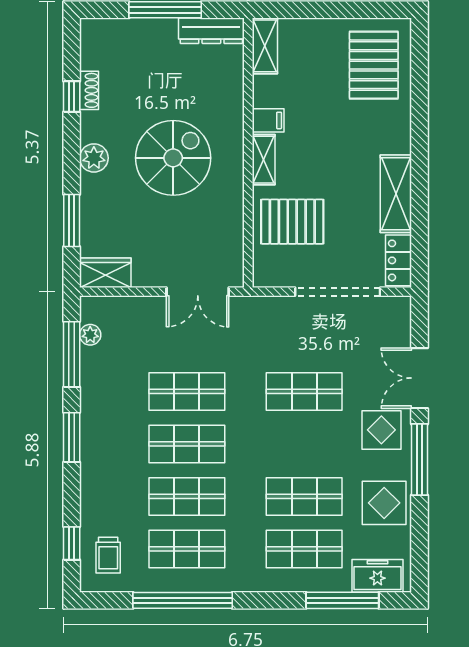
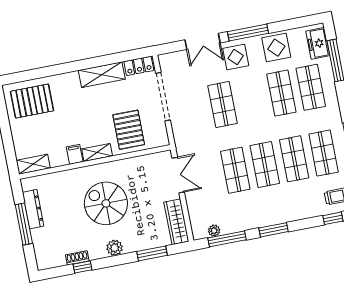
dresser: (211, 31) -> (33, 209), moved
wardrobe: (105, 273) -> (176, 222), width x1.50

